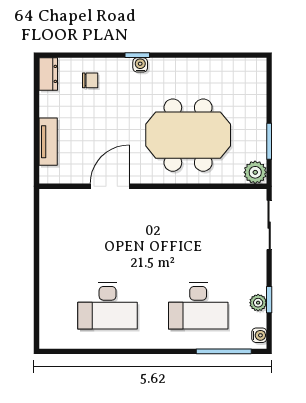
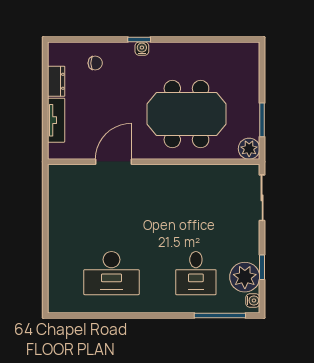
dresser: (48, 74) -> (56, 81), moved
plant: (258, 303) -> (245, 277), width x1.87, depth x1.87
desk: (198, 306) -> (196, 273), width x0.73

